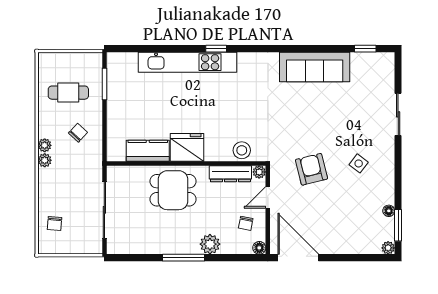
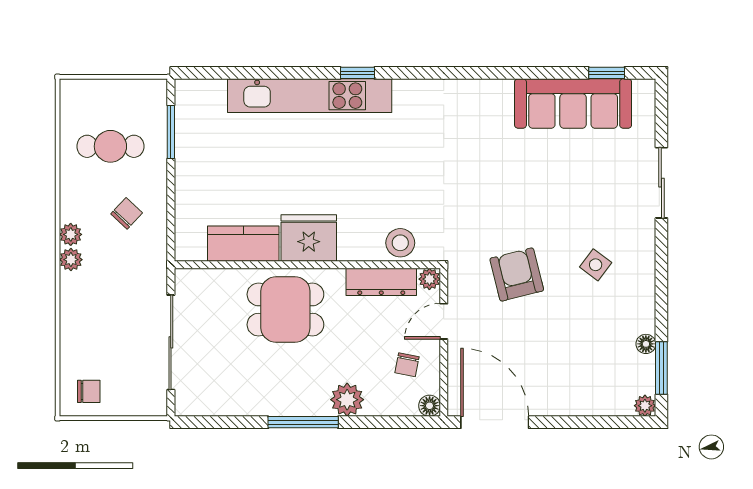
sofa: (315, 67) -> (573, 104), moved
chair: (55, 223) -> (89, 391), moved, turned -95

